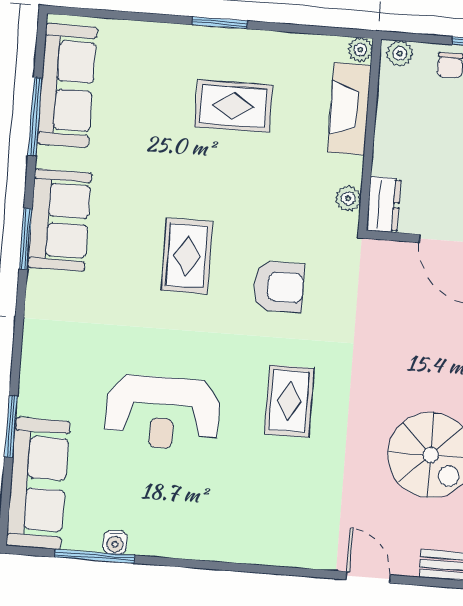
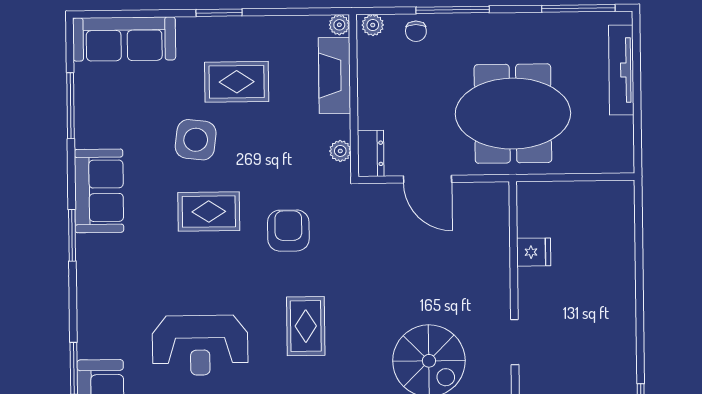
sofa: (67, 85) -> (124, 39), moved, turned 90
side table: (179, 170) -> (196, 140), added
window: (26, 239) -> (72, 235), moved
rug: (187, 256) -> (209, 212), turned 90
armchair: (279, 287) -> (288, 231), turned -90

